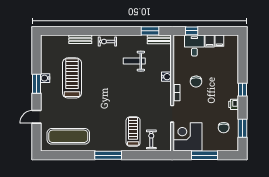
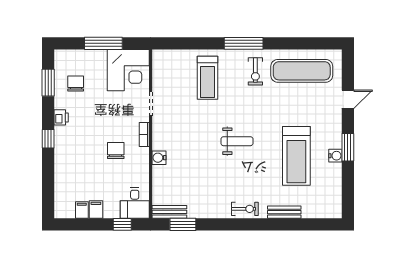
desk: (194, 46) -> (135, 203), moved
weight bench: (134, 61) -> (237, 141), moved
exercise bike: (151, 139) -> (255, 71), moved

